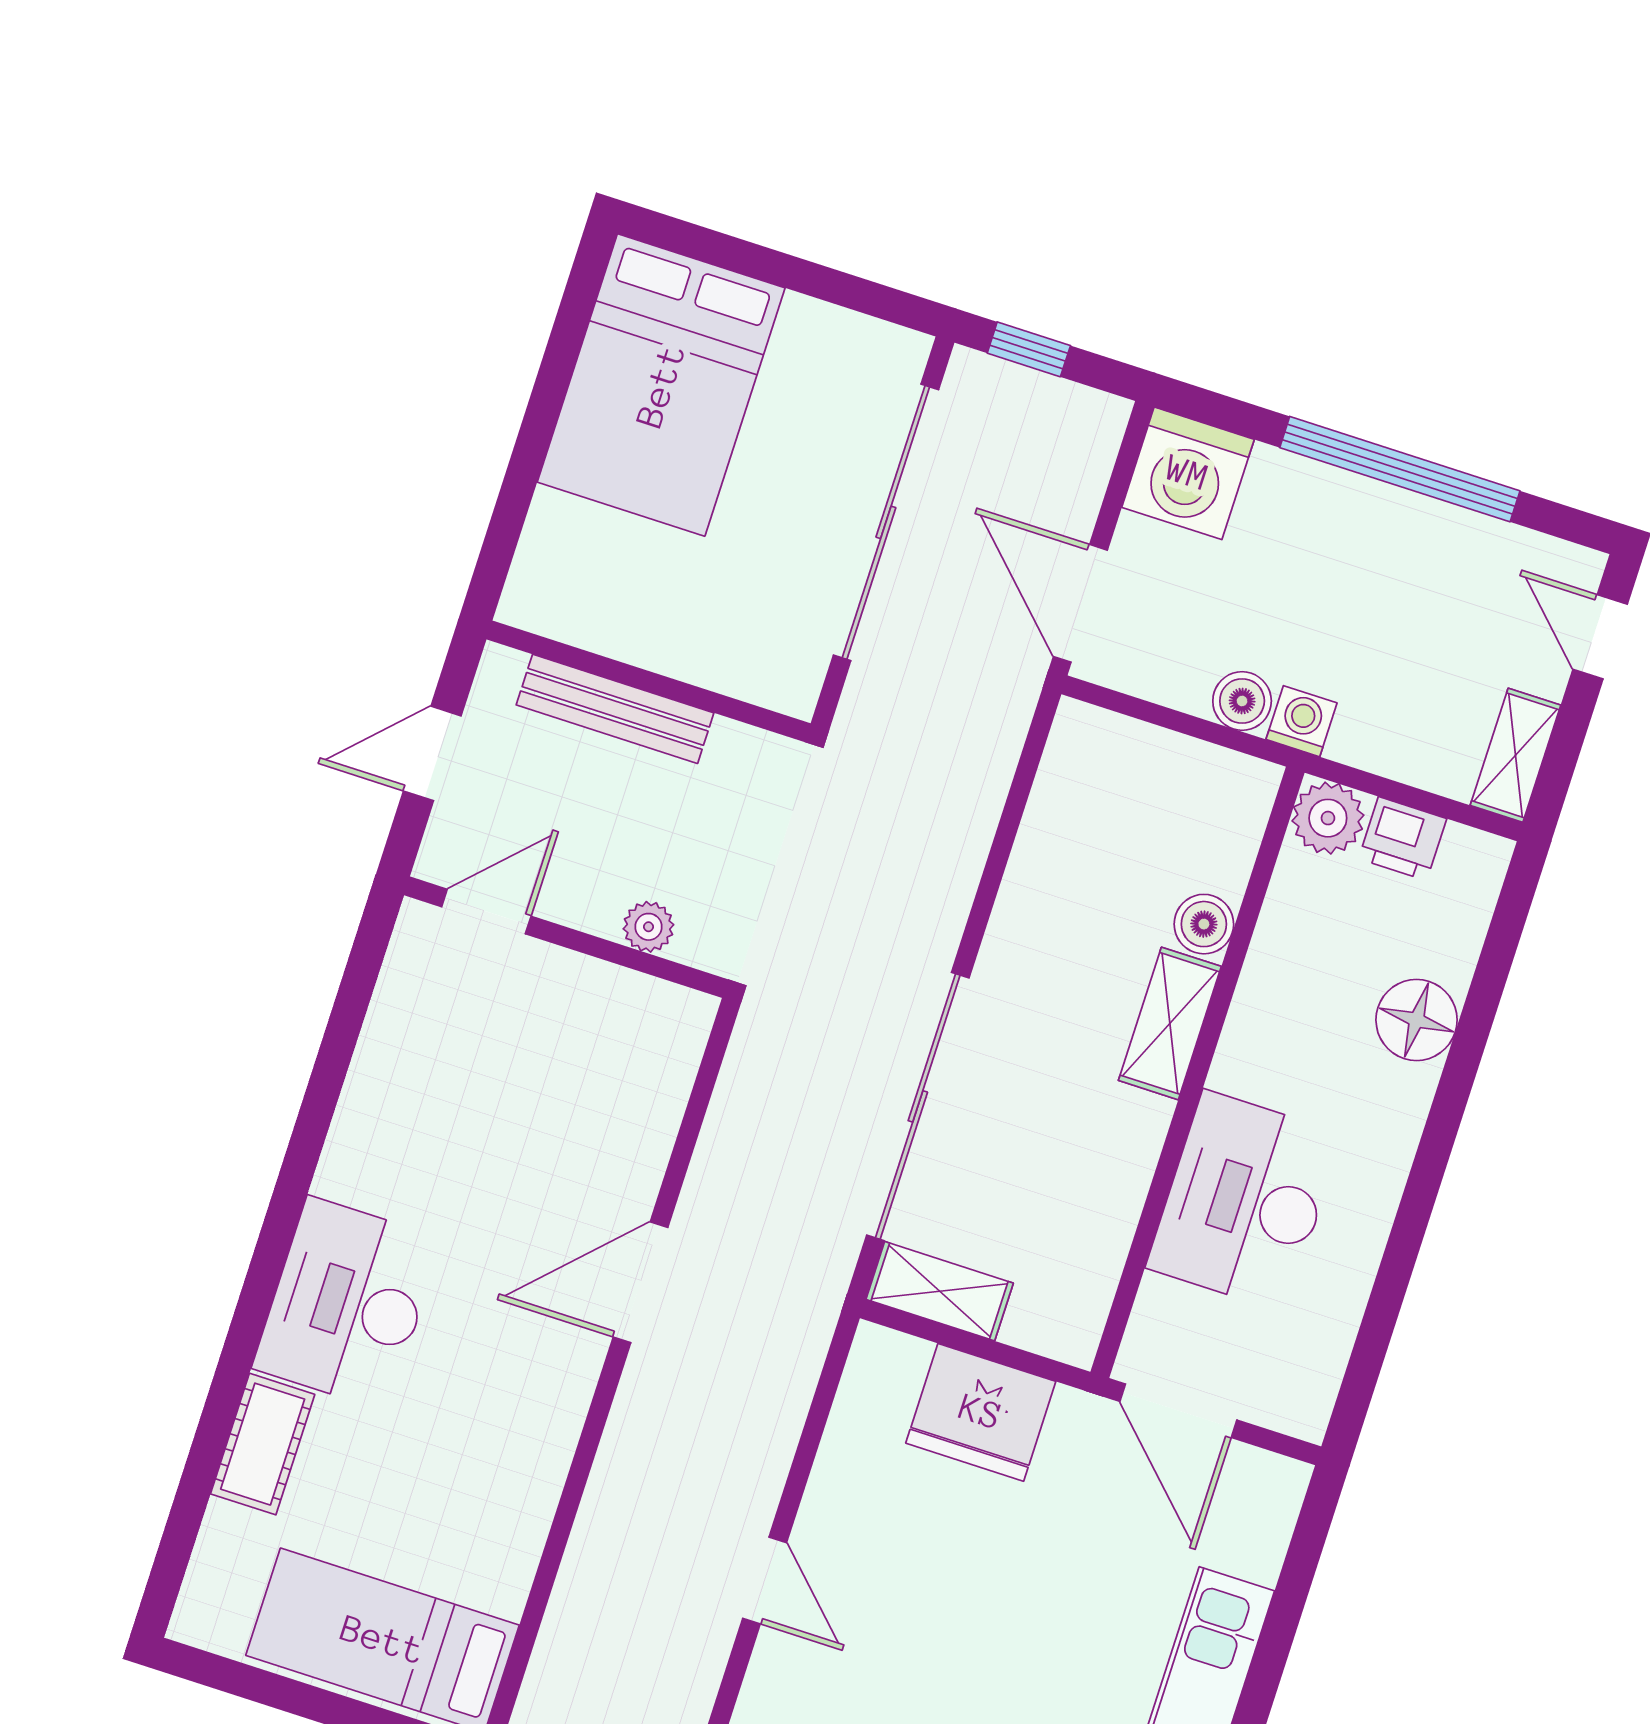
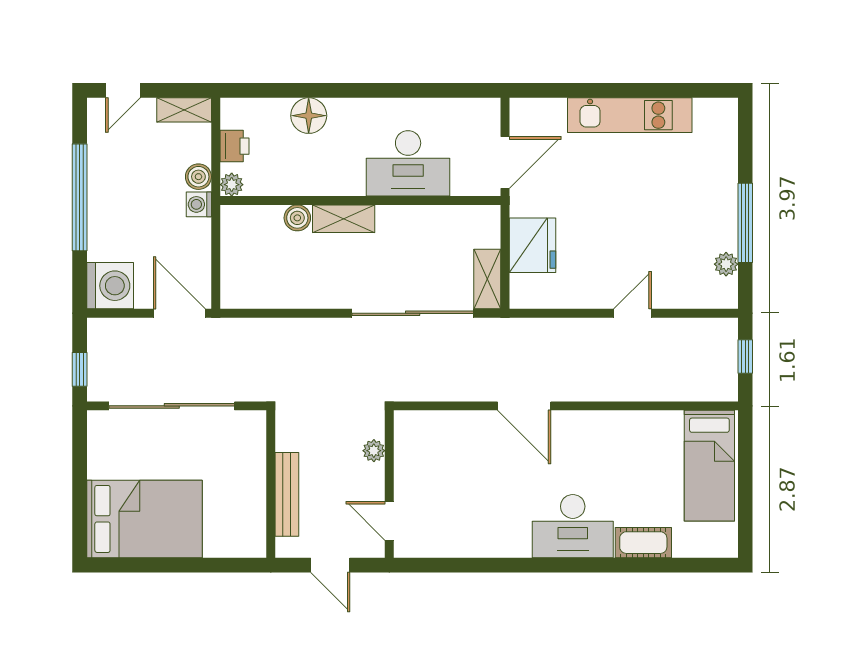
door: (1080, 603) -> (179, 313), swing flipped
boiler: (1242, 701) -> (198, 177), moved
plant: (1328, 818) -> (232, 185), width x0.73, depth x0.73

